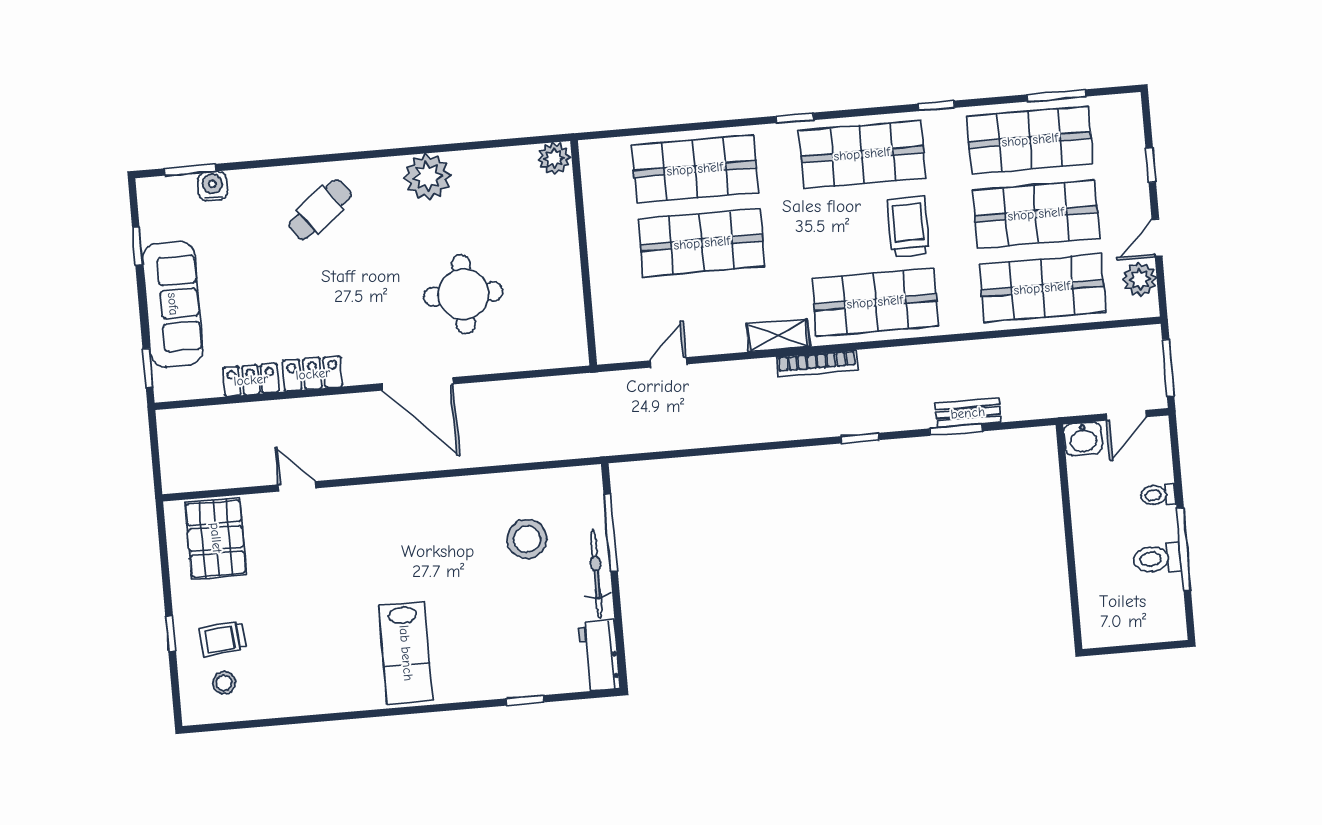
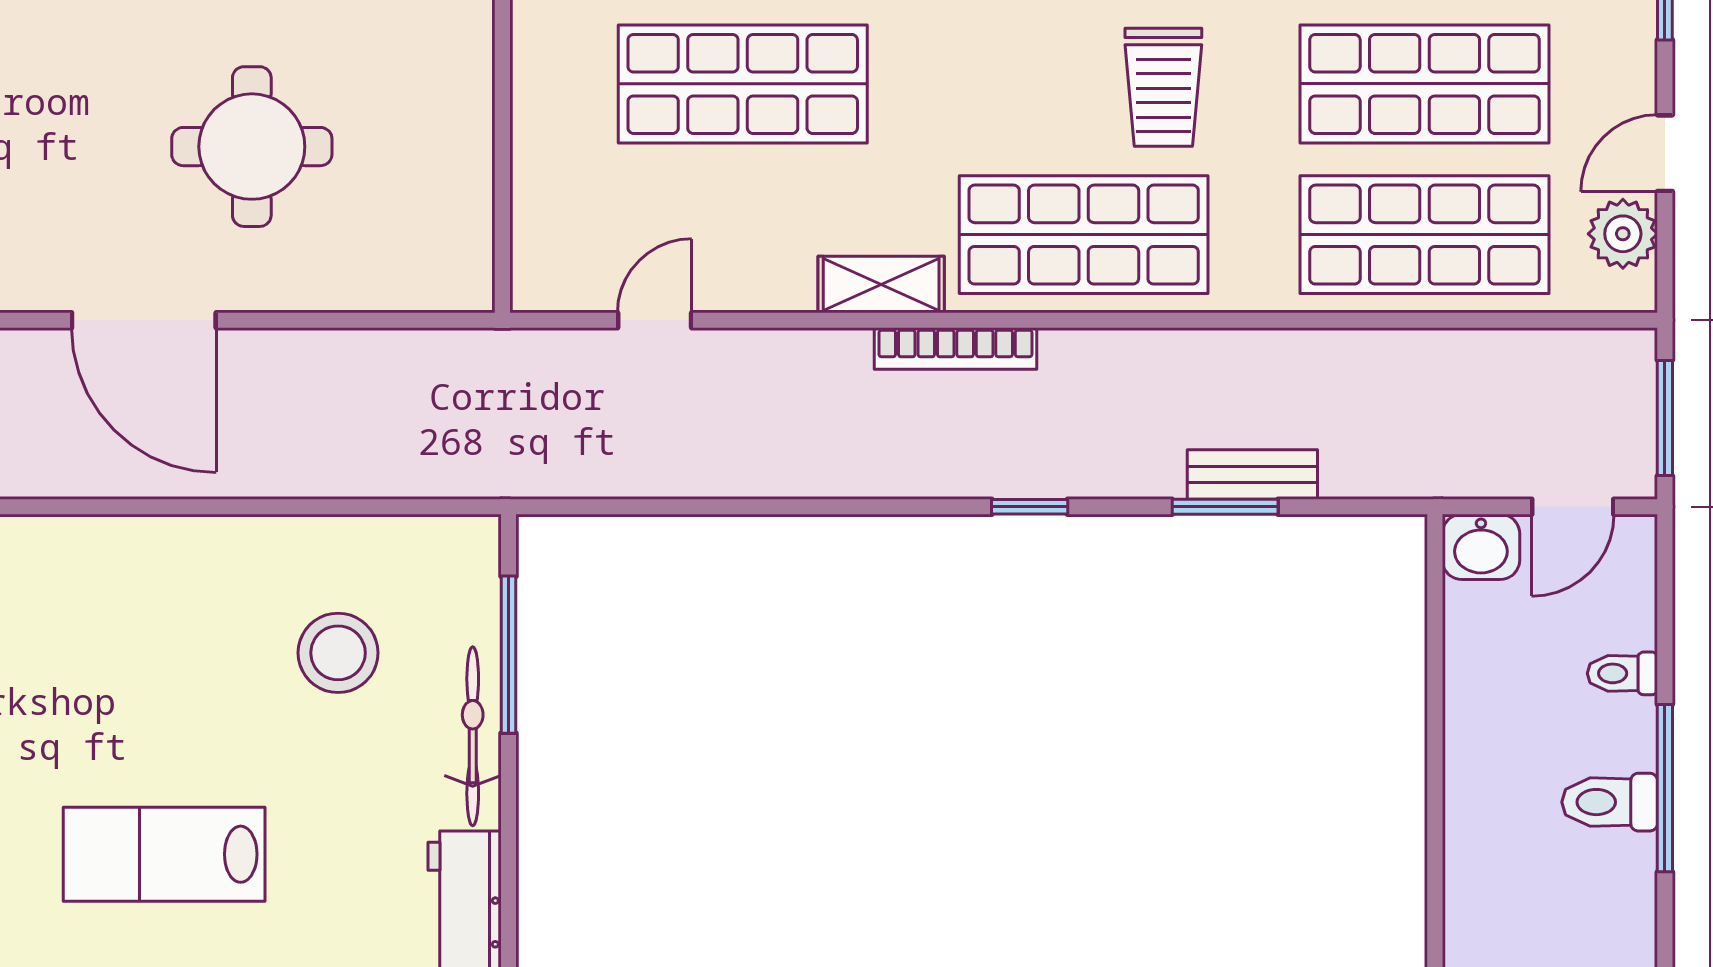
trolley: (908, 227) -> (1163, 87), turned 180
lab bench: (406, 653) -> (164, 854), moved, turned 90

